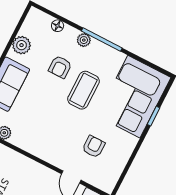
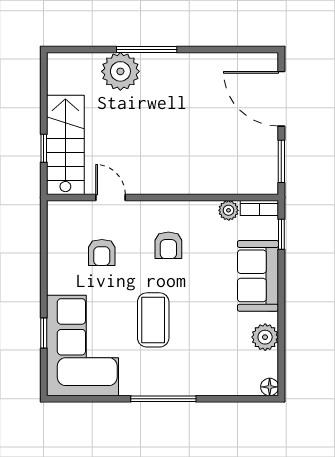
floor lamp: (58, 26) -> (270, 387), moved
plant: (84, 40) -> (187, 386), removed
armchair: (60, 67) -> (168, 245), moved, turned 180

